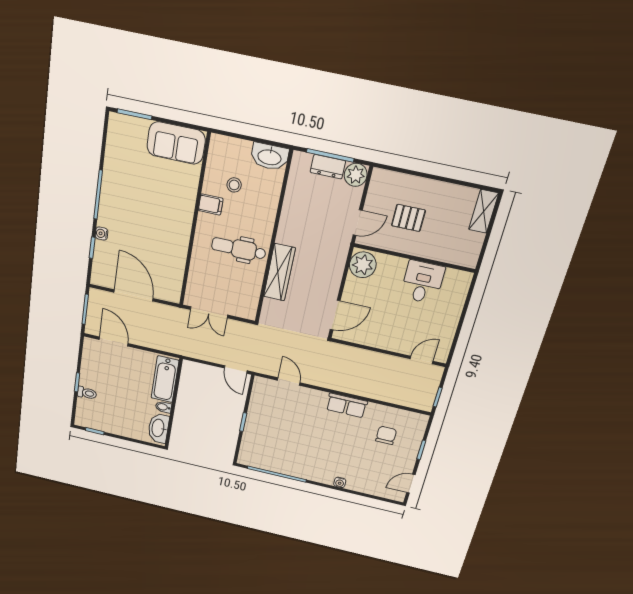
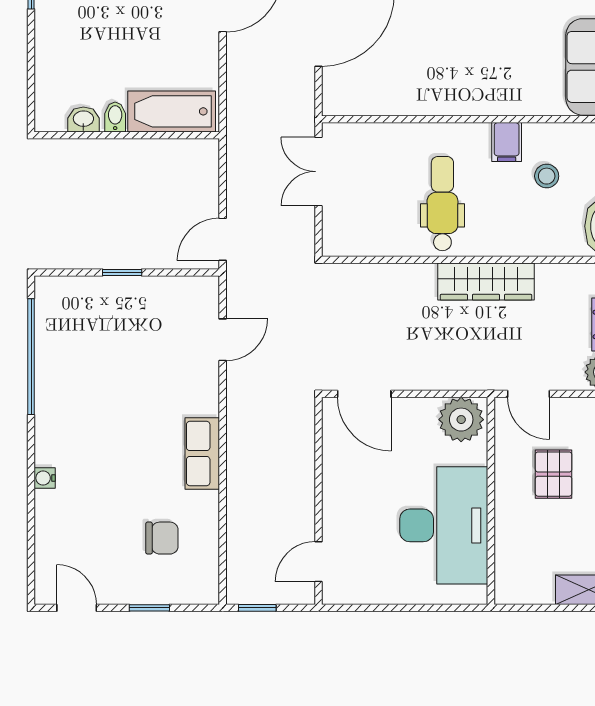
wardrobe: (279, 272) -> (486, 282), moved
desk: (422, 282) -> (444, 525), width x1.87, depth x1.30
door: (422, 360) -> (318, 562), swing flipped
washbasin: (158, 428) -> (83, 119), width x0.52, depth x0.69

